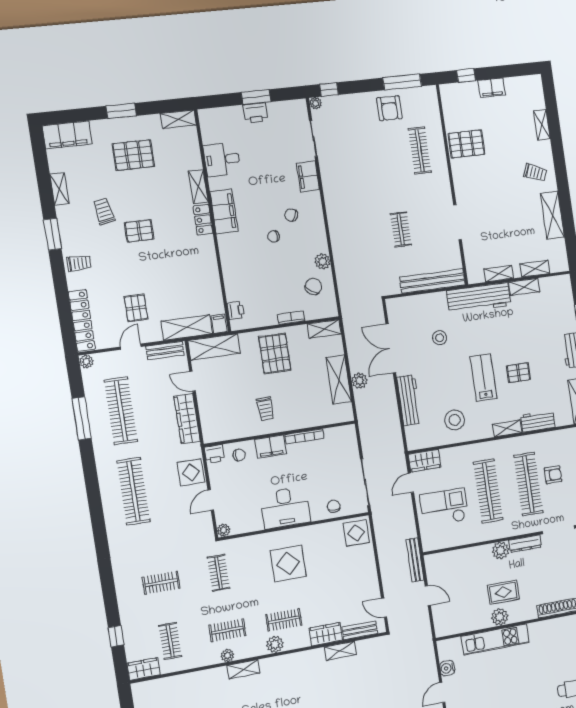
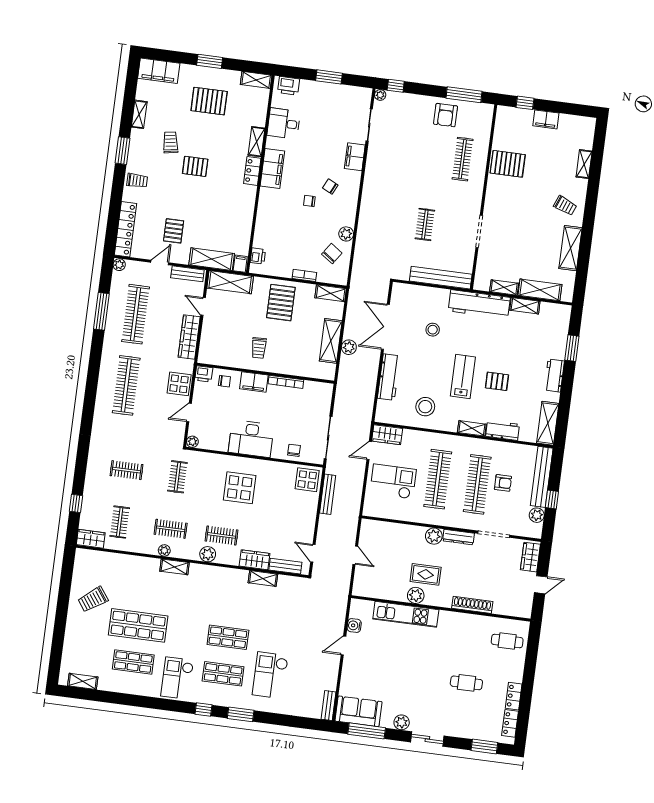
printer: (255, 113) -> (289, 86), moved
shelving: (535, 269) -> (540, 290), width x1.50, depth x1.33
bench: (415, 560) -> (328, 494), moved

